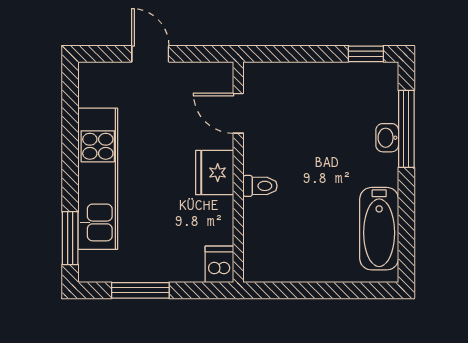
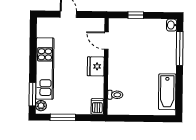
window: (366, 54) -> (136, 15), moved
washbasin: (387, 138) -> (172, 25), moved
toilet: (260, 186) -> (115, 95), moved
plant: (90, 264) -> (41, 106), added

